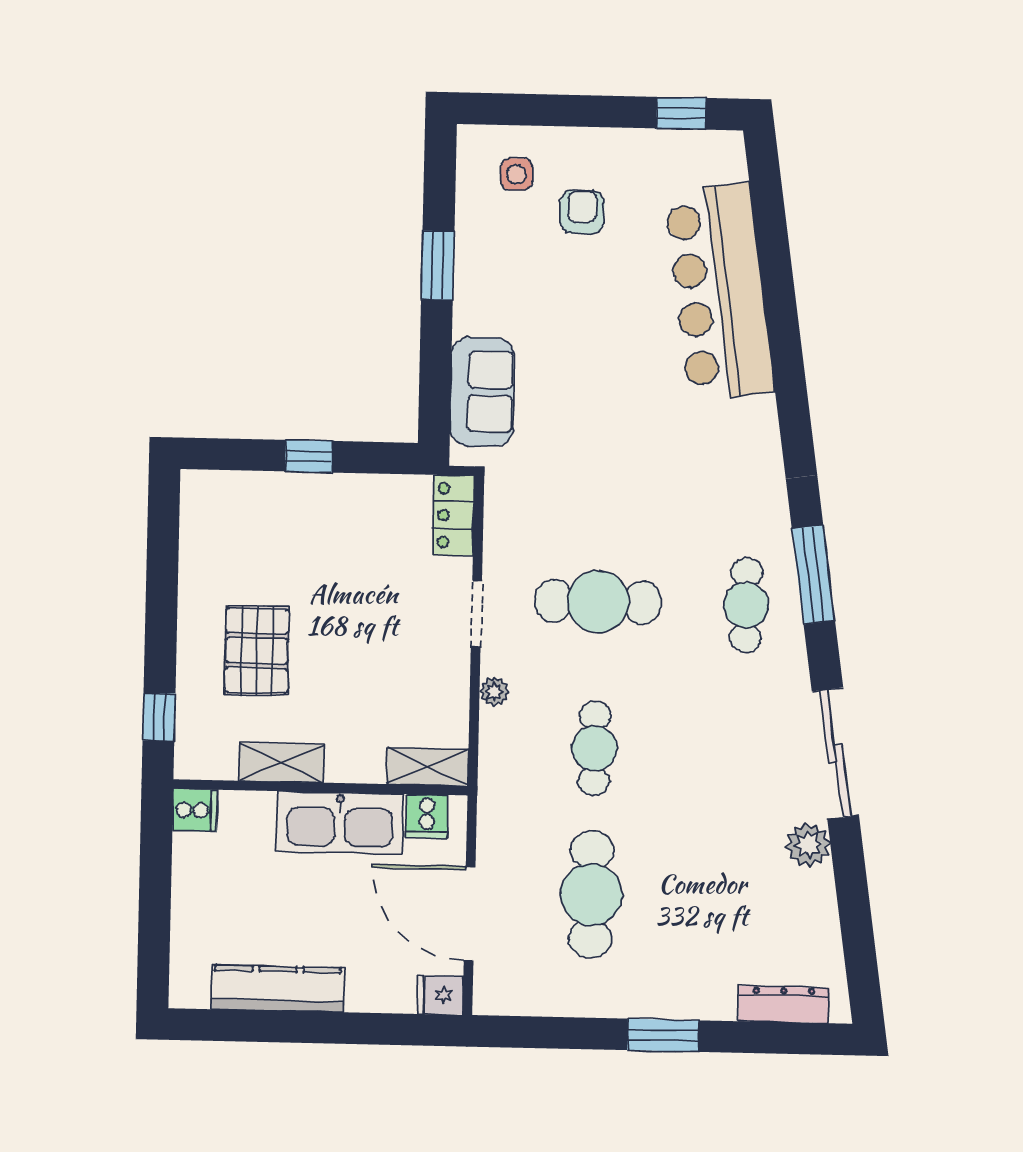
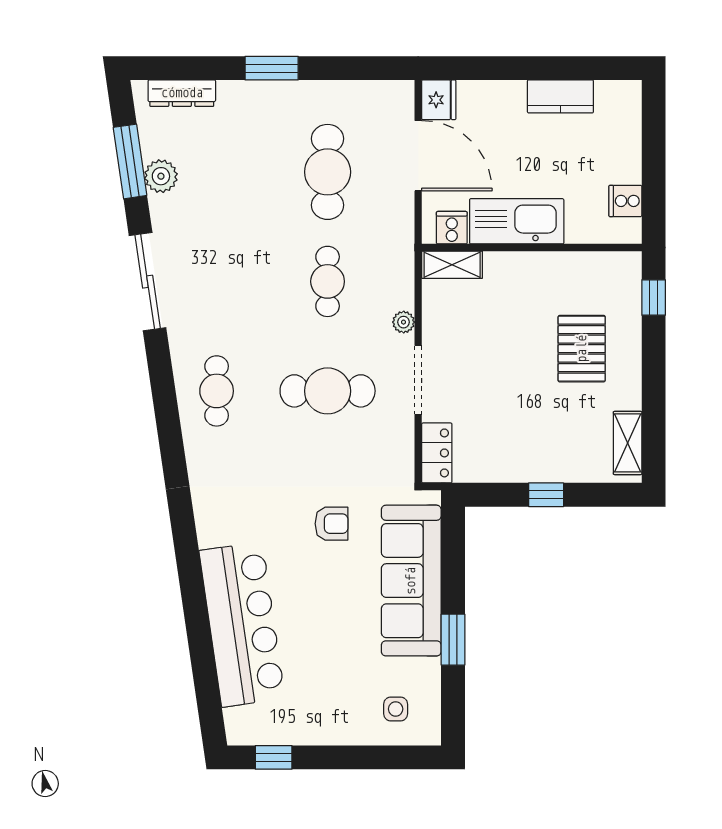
armchair: (582, 212) -> (332, 524), moved, turned -90
sofa: (482, 392) -> (411, 581), width x1.85, depth x1.27
window: (813, 575) -> (130, 161), moved
doorway: (476, 614) -> (418, 380), width x1.38
shelving: (282, 763) -> (628, 443), moved, turned 90
cooker: (195, 810) -> (625, 201), moved
plant: (808, 845) -> (161, 176), moved
kitchen counter: (277, 989) -> (560, 96), width x0.67
fridge: (440, 995) -> (439, 100), width x1.38

